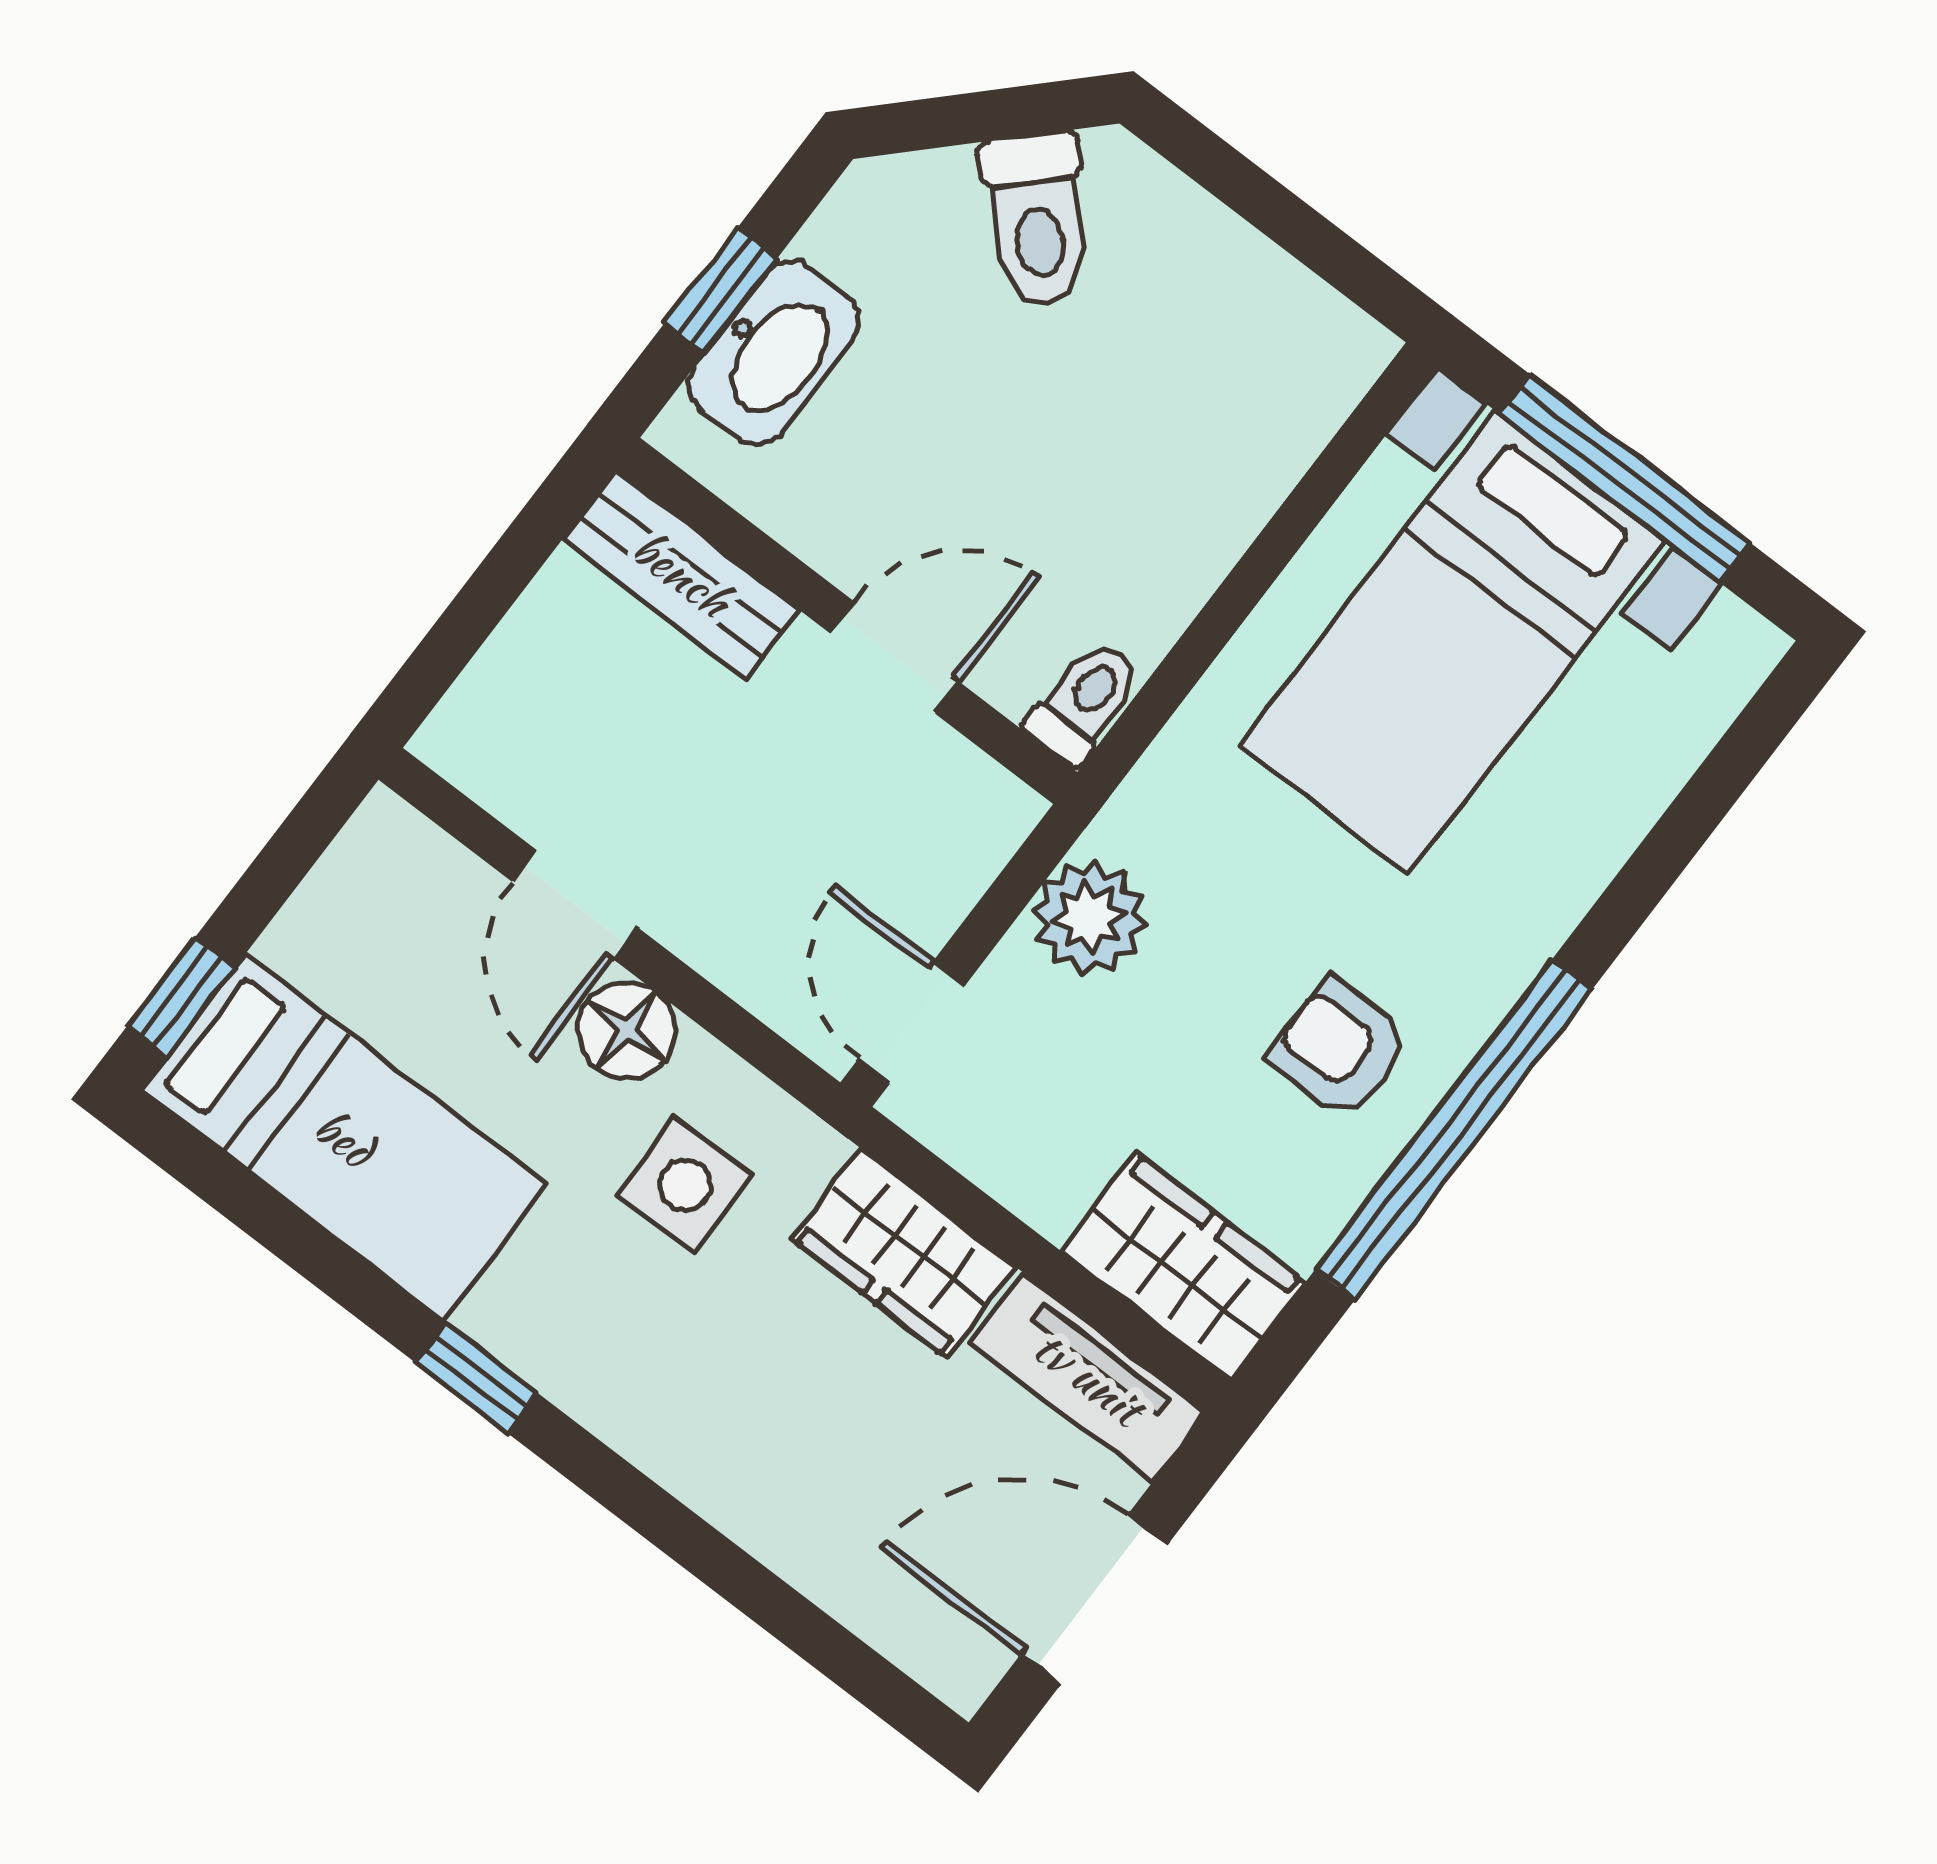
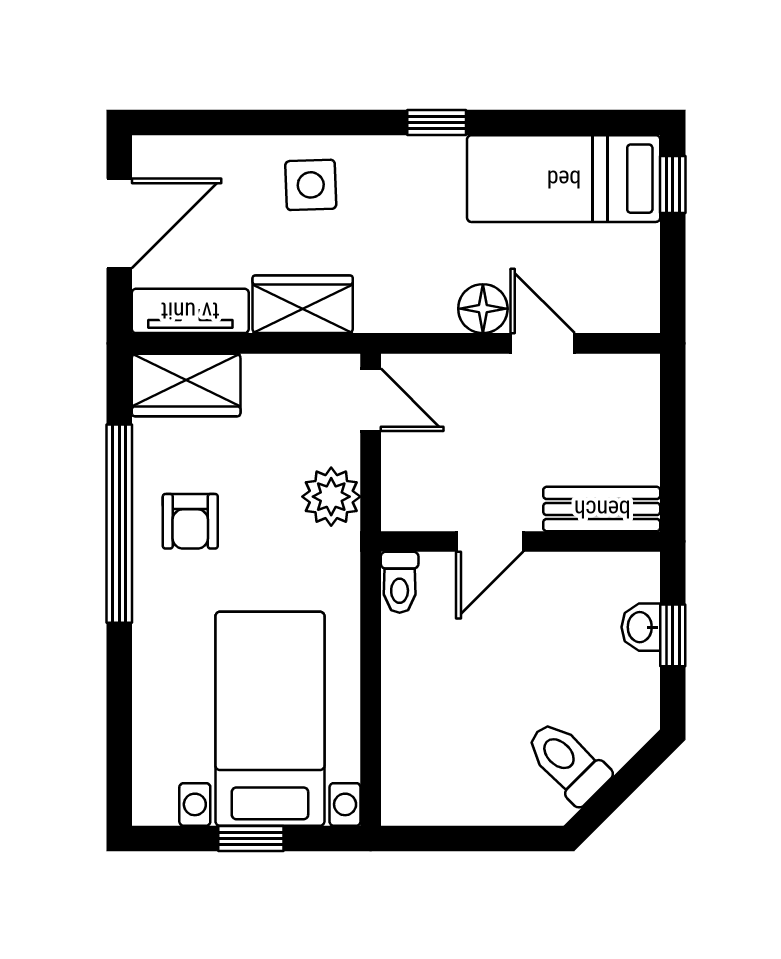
washbasin: (774, 353) -> (641, 627), width x0.52, depth x0.69
window: (1625, 478) -> (251, 839), width x0.46
armchair: (1340, 1048) -> (190, 521), turned 90
side table: (685, 1185) -> (311, 185), moved

